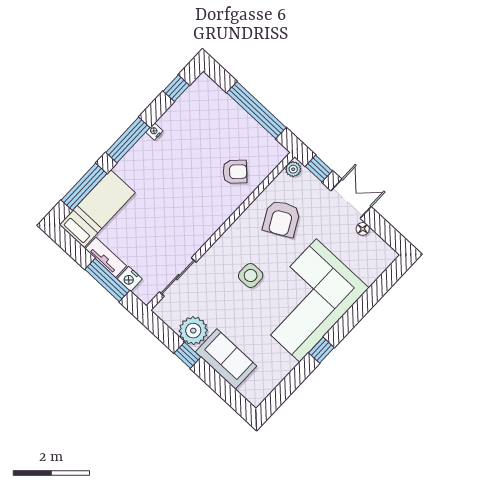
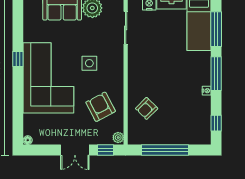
floor lamp: (363, 229) -> (28, 140), moved

